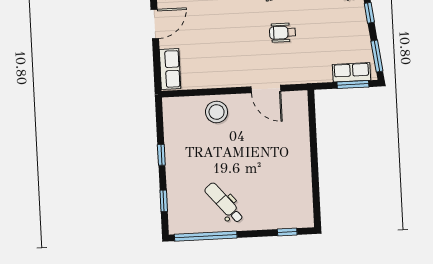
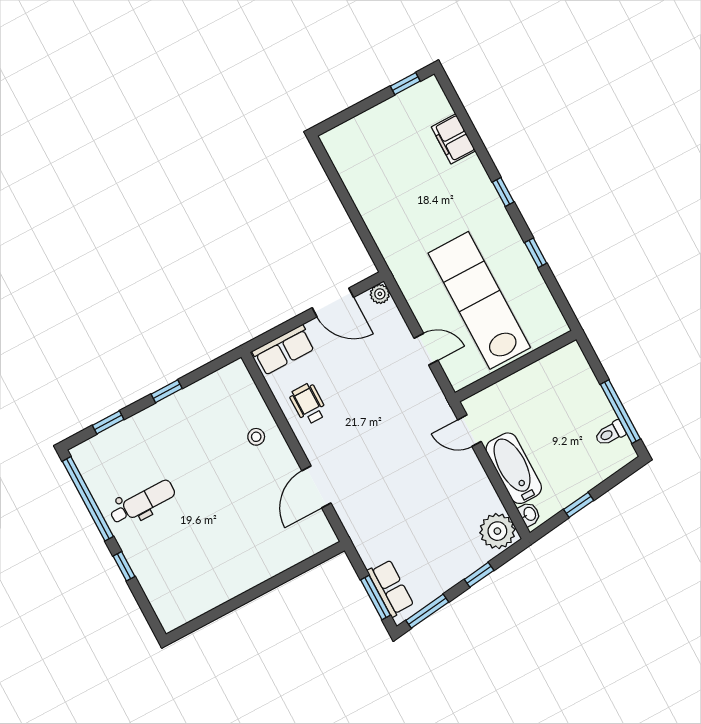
wheelchair: (283, 33) -> (308, 404), moved
stool: (217, 112) -> (256, 437), width x0.53, depth x0.53
dental chair: (224, 203) -> (143, 502), turned 40
window: (287, 232) -> (124, 566), moved

